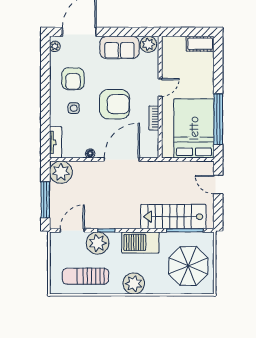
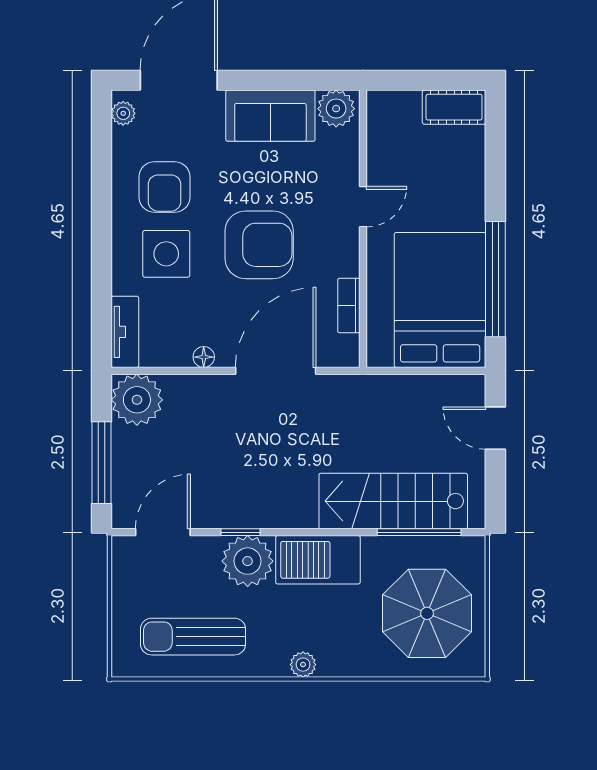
side table: (74, 108) -> (166, 254), width x1.87, depth x1.87
bookcase: (154, 118) -> (349, 305), moved
plant: (98, 243) -> (248, 561), moved
plant: (134, 283) -> (303, 665), width x0.53, depth x0.53

